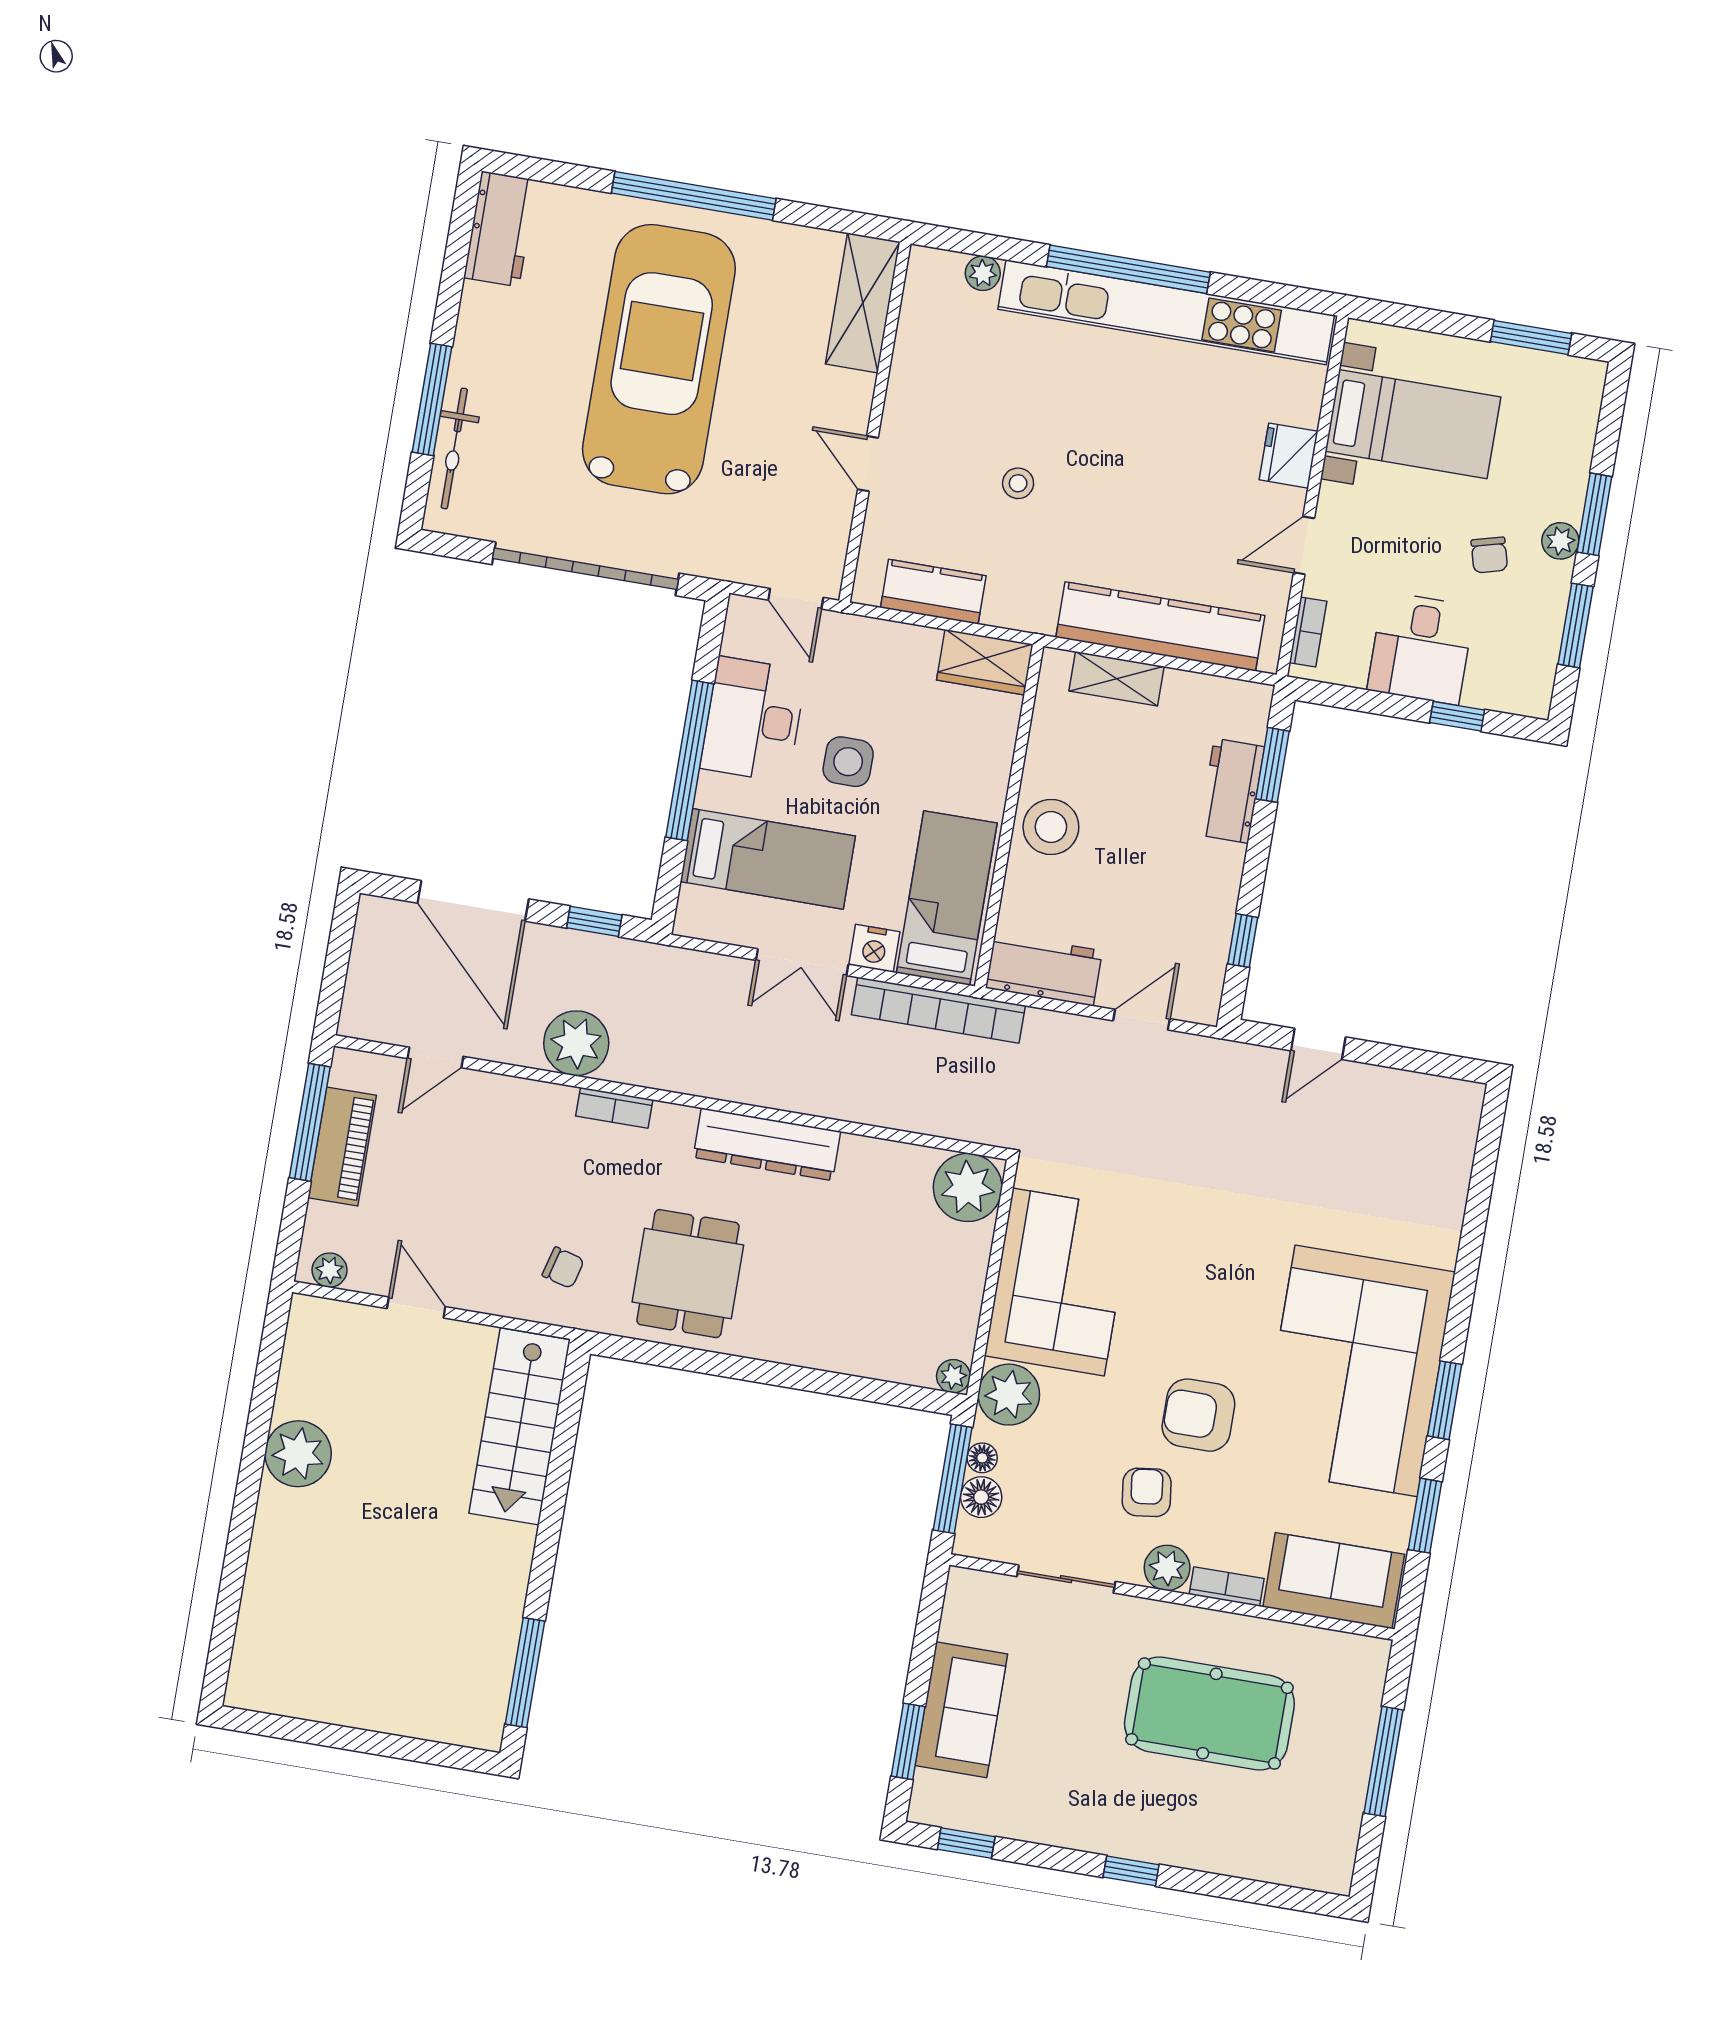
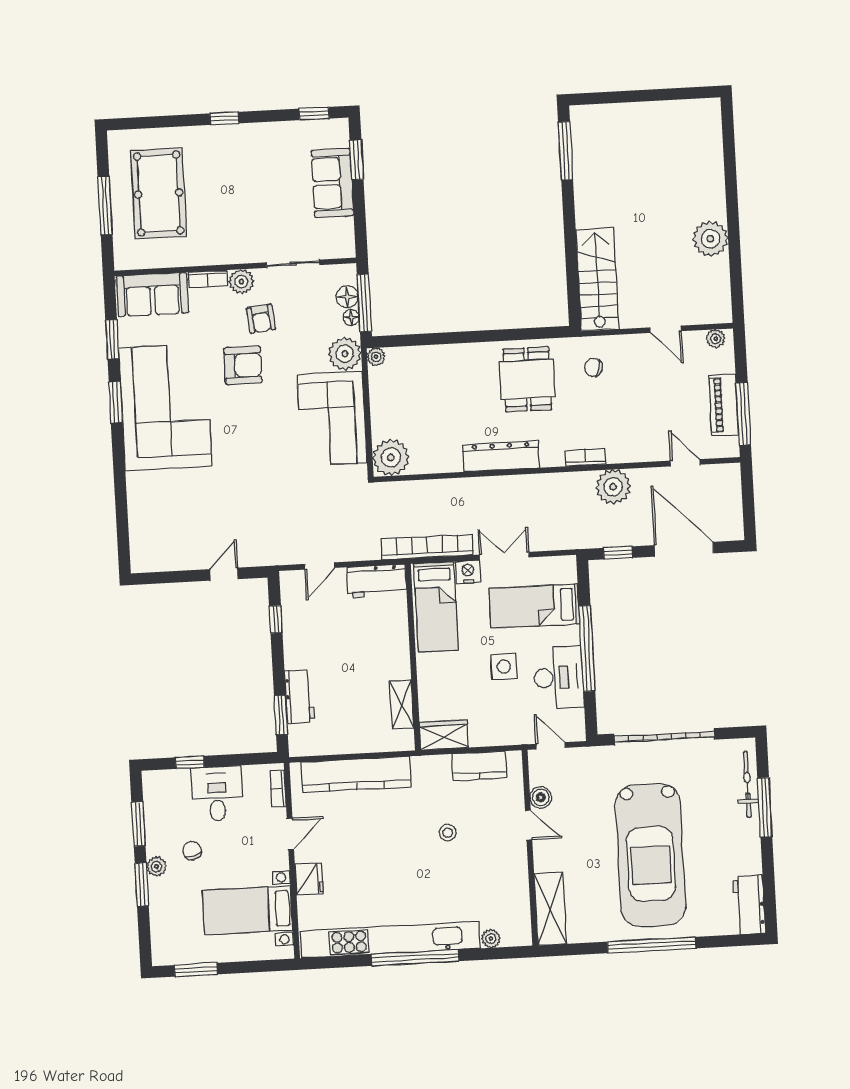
boiler: (835, 509) -> (541, 797), added
shelving: (1116, 679) -> (402, 704), moved, turned 90
stool: (1051, 827) -> (390, 656), removed
door: (435, 1057) -> (685, 463), hinge flipped
pool table: (1209, 1714) -> (159, 193), moved, turned 90

